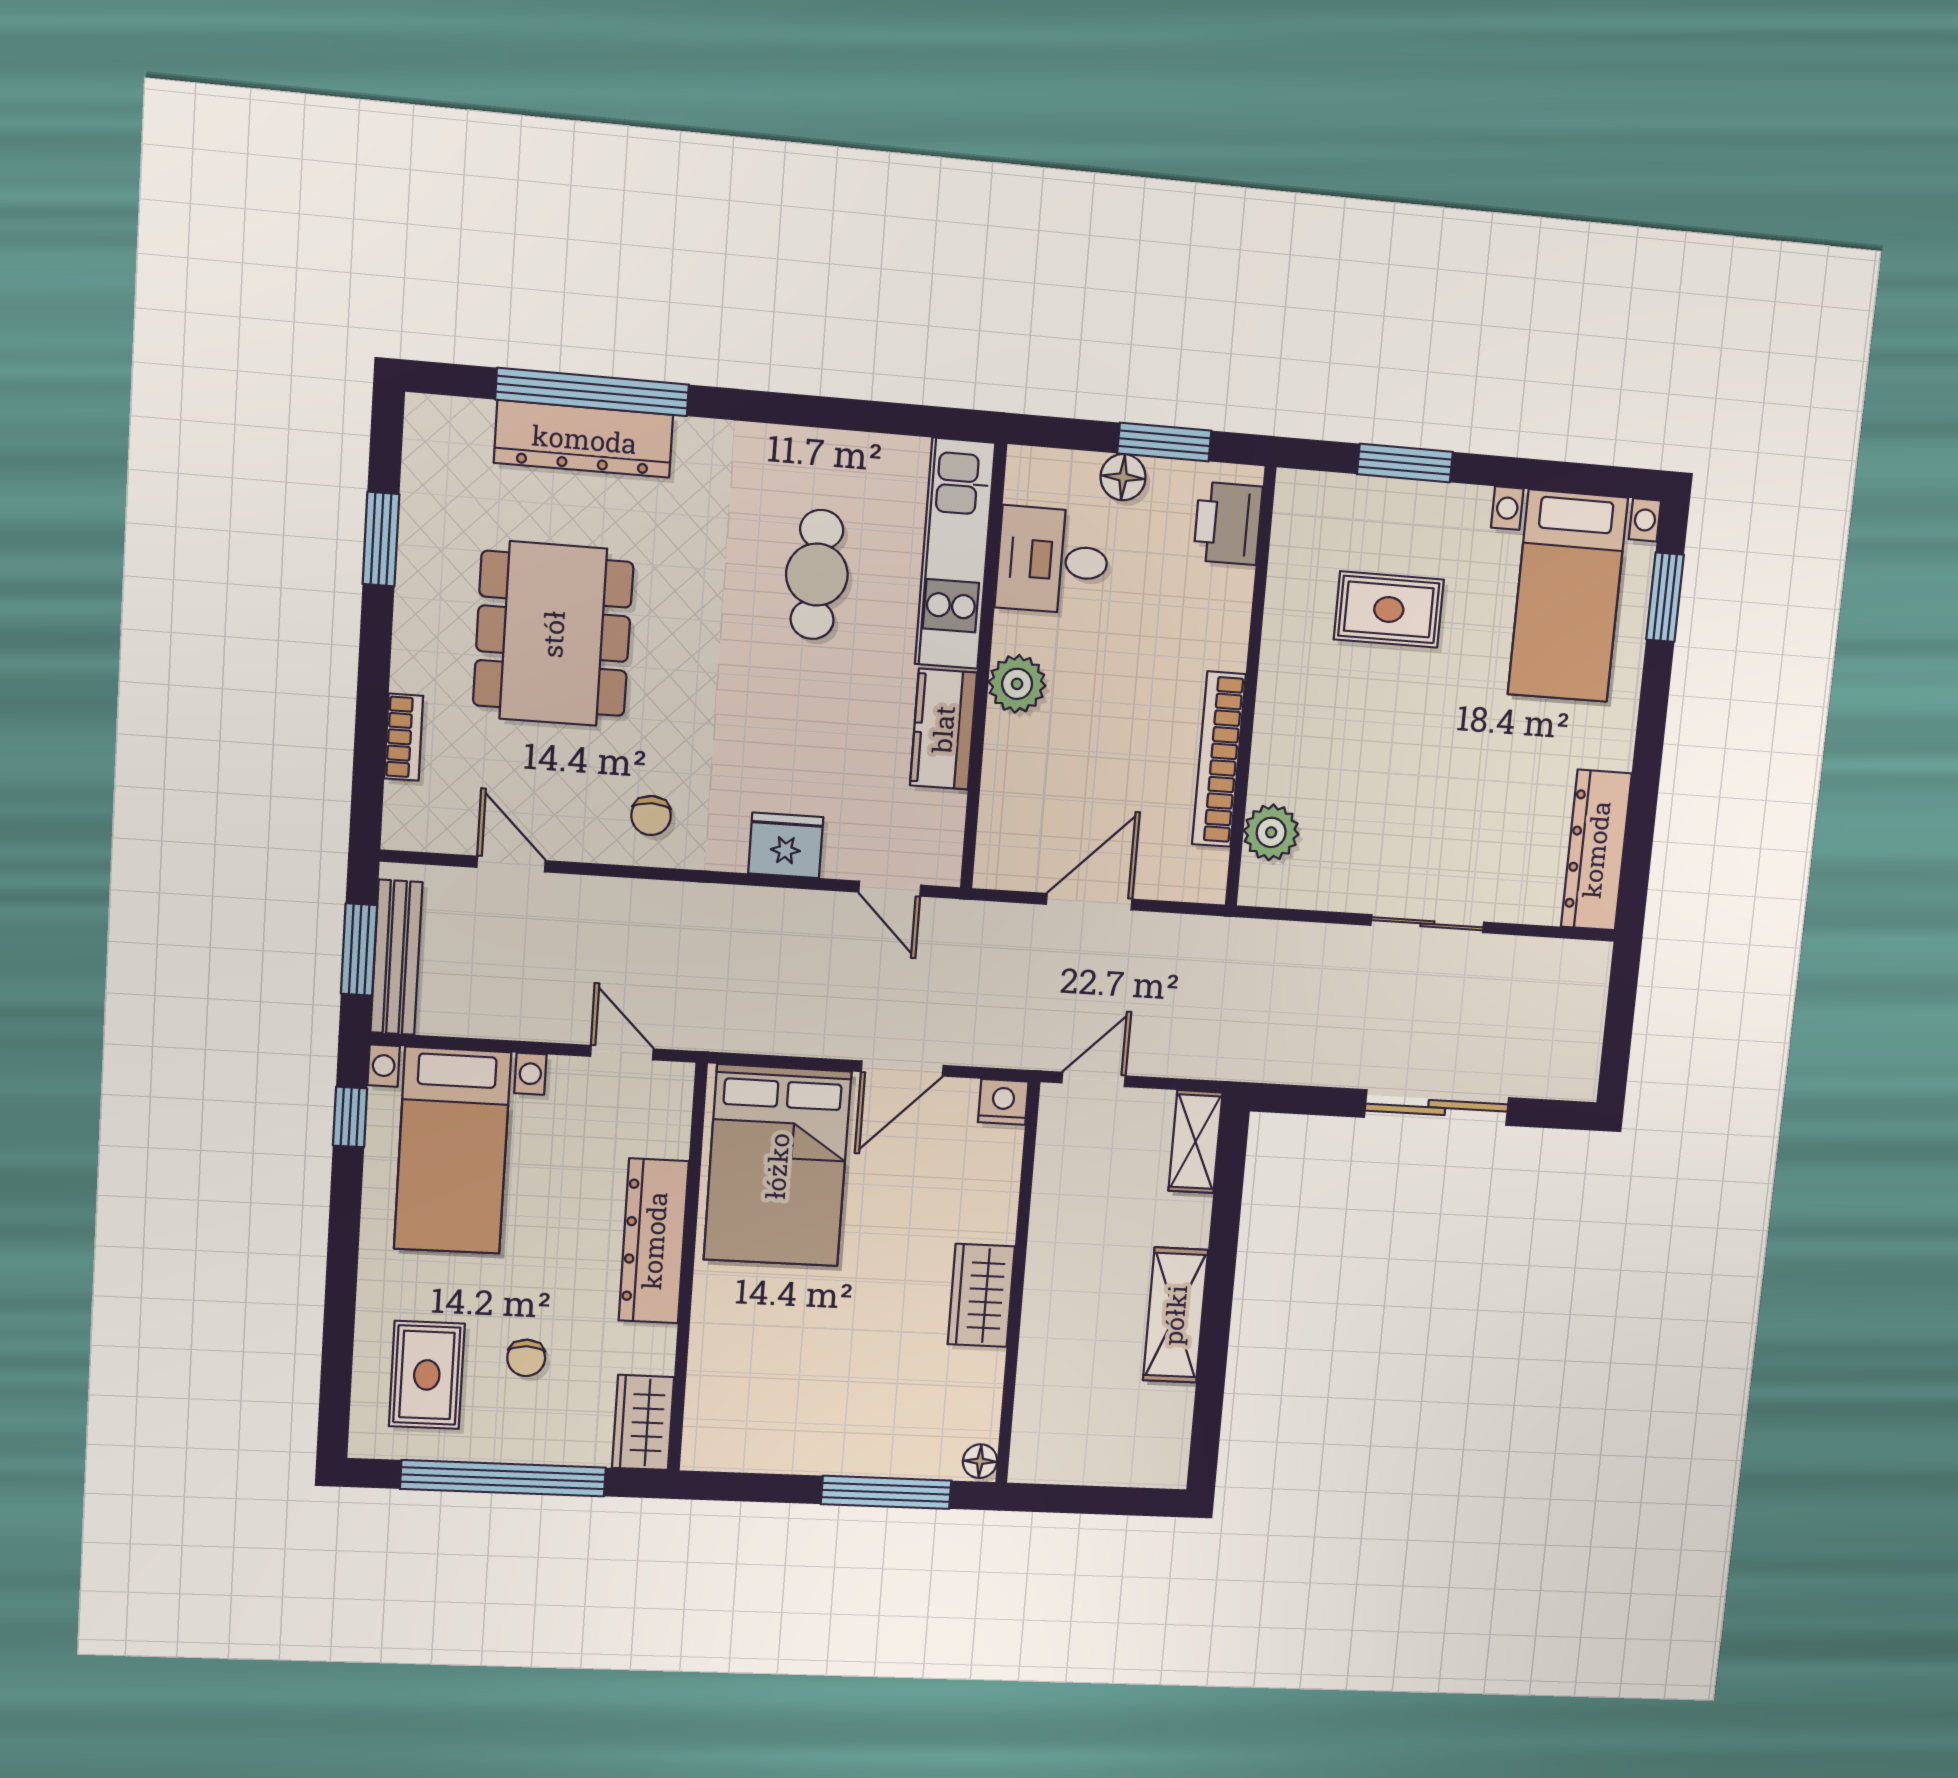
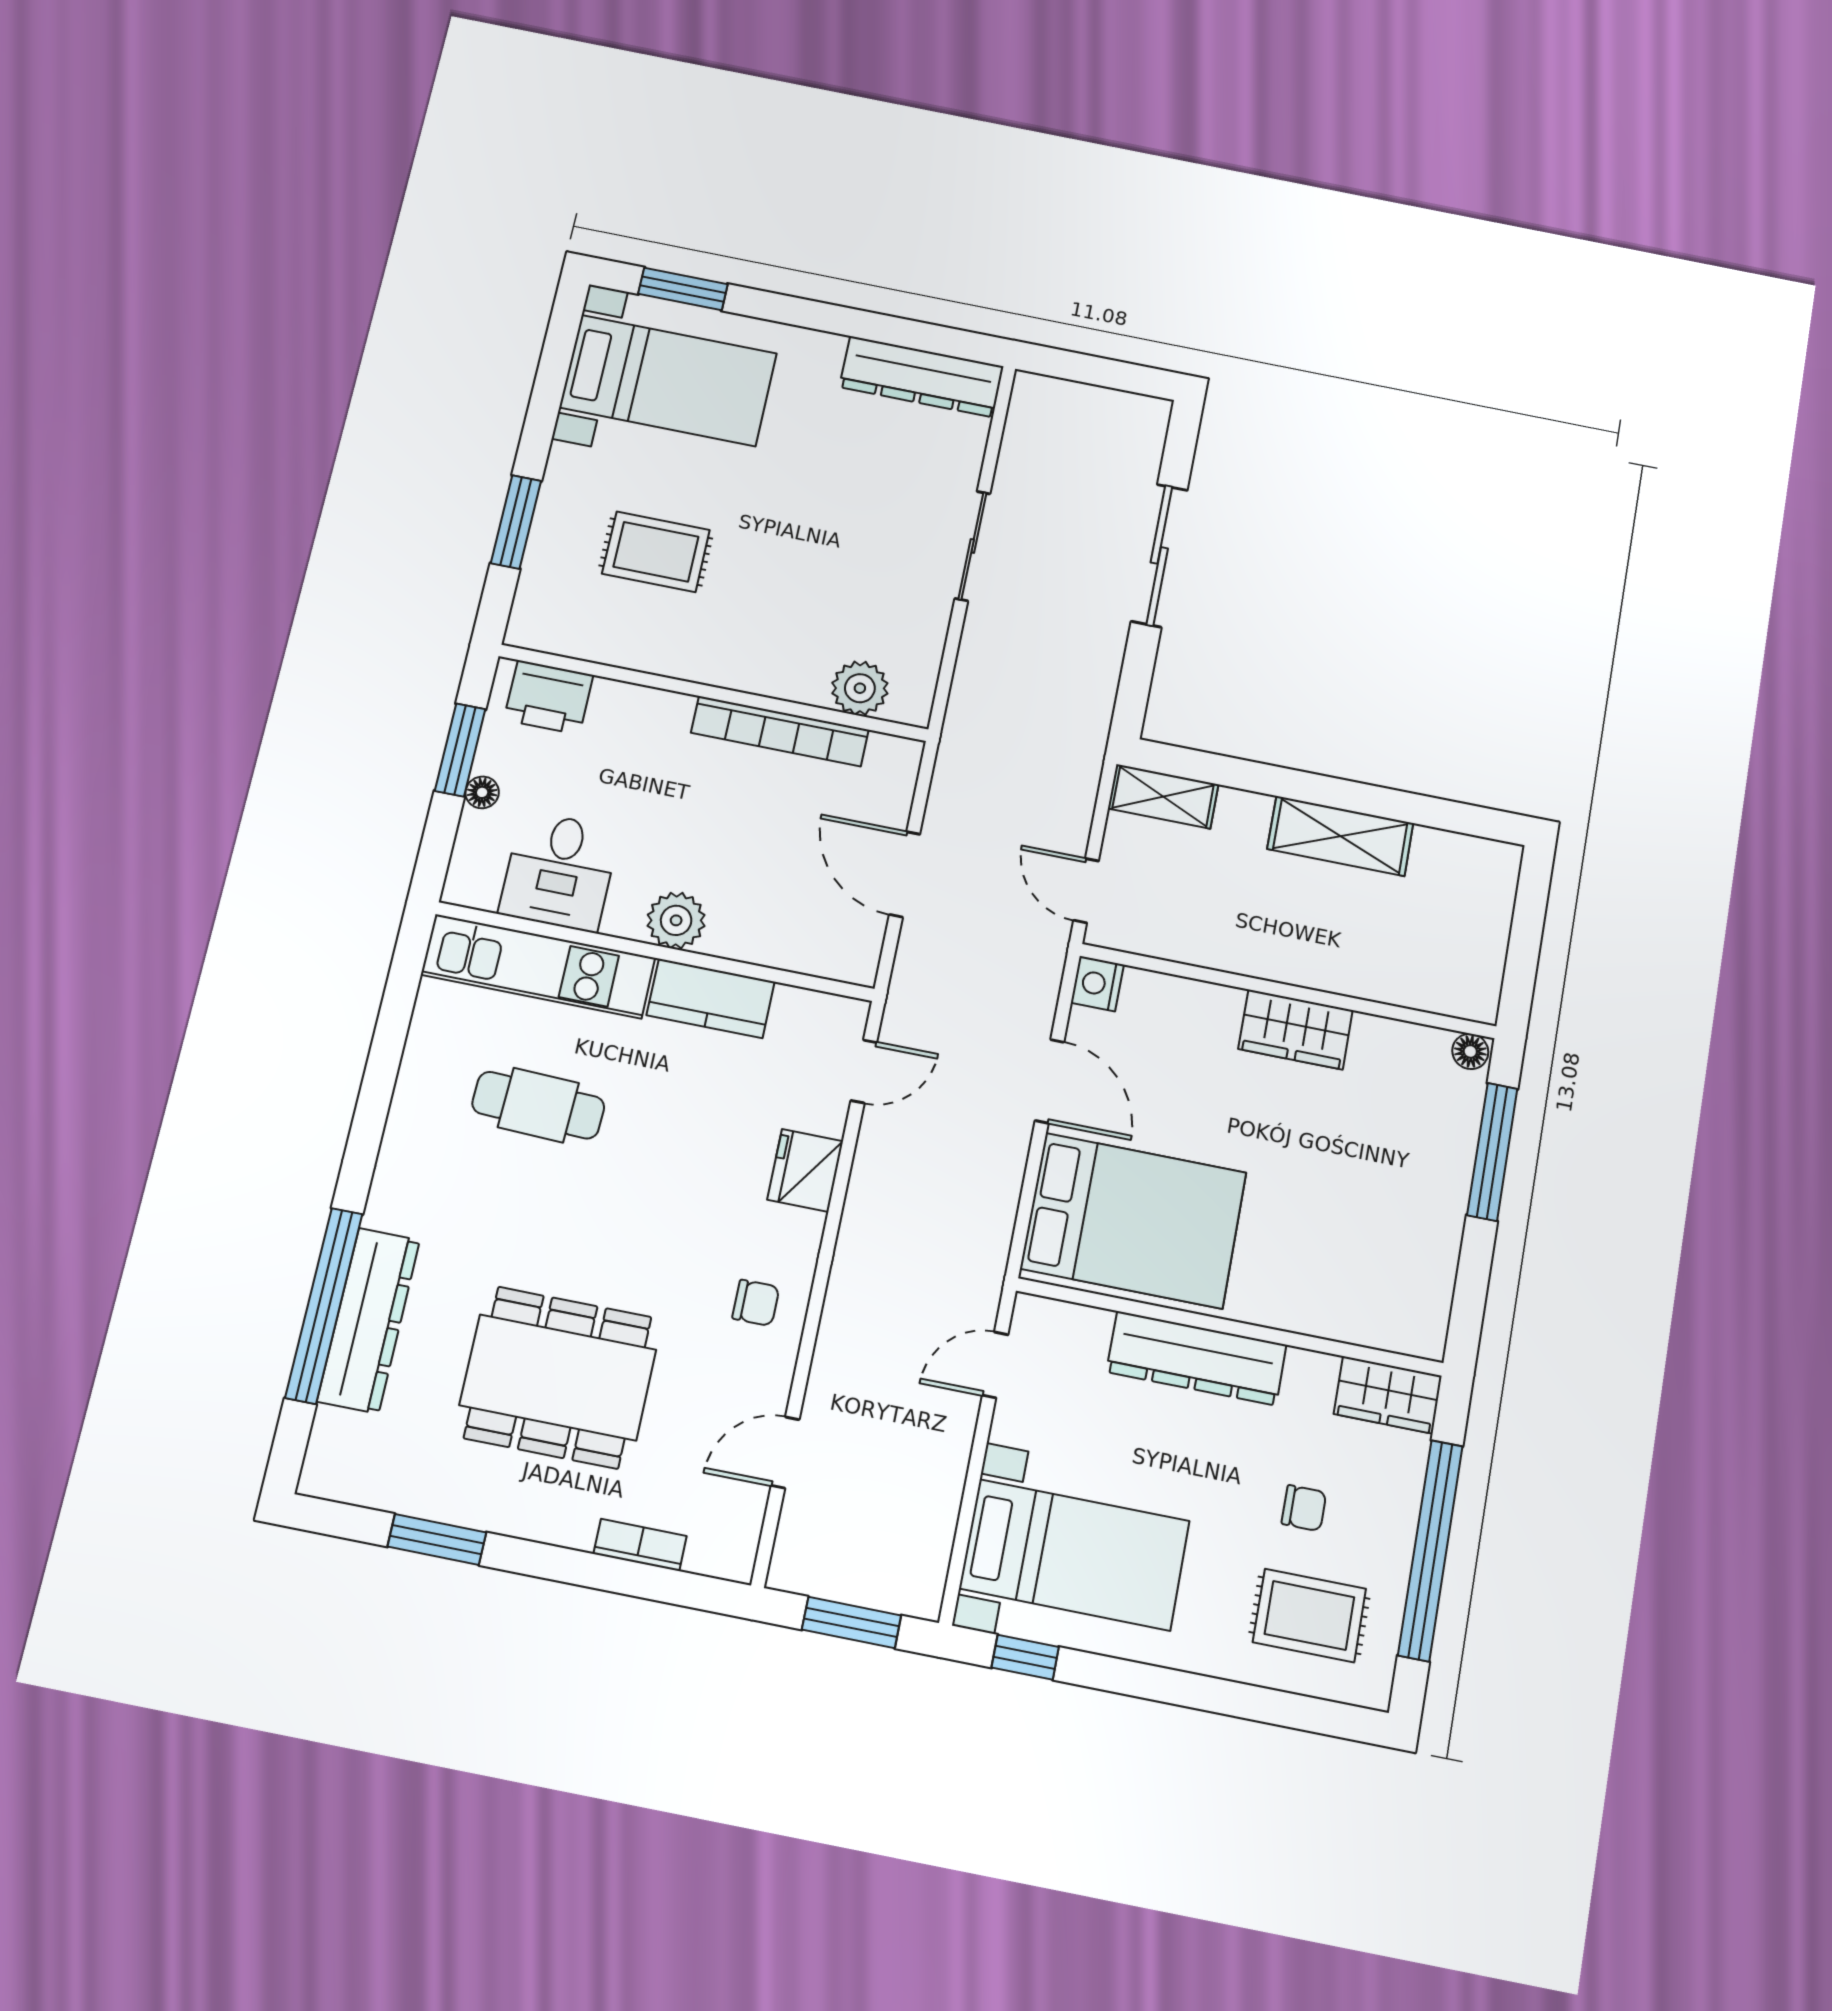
floor lamp: (1123, 477) -> (482, 792), width x0.73, depth x0.73
rug: (1389, 609) -> (656, 552), turned 90
bench: (396, 957) -> (865, 1585), removed

